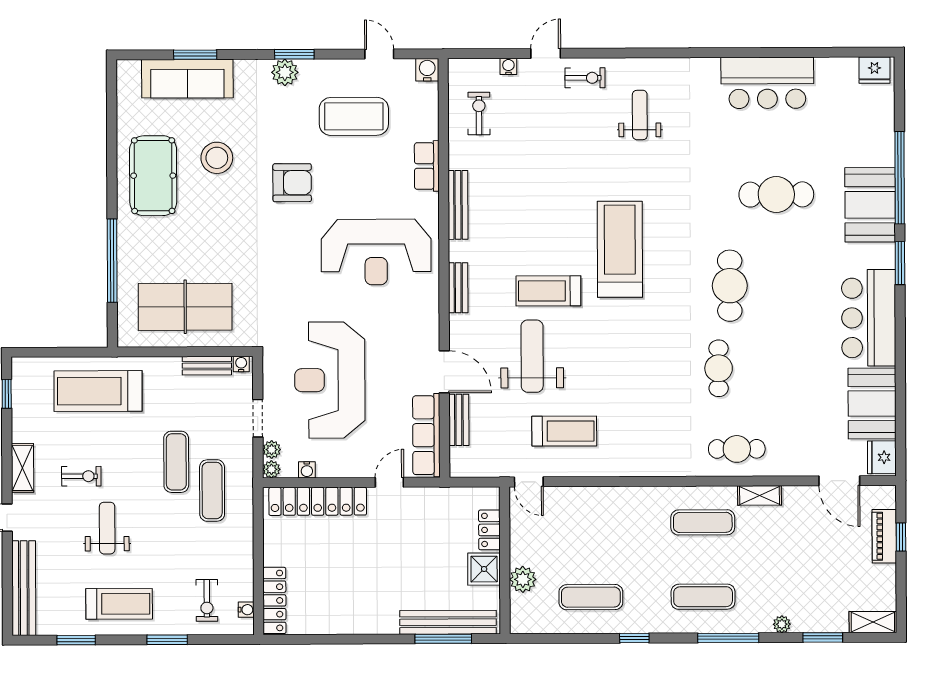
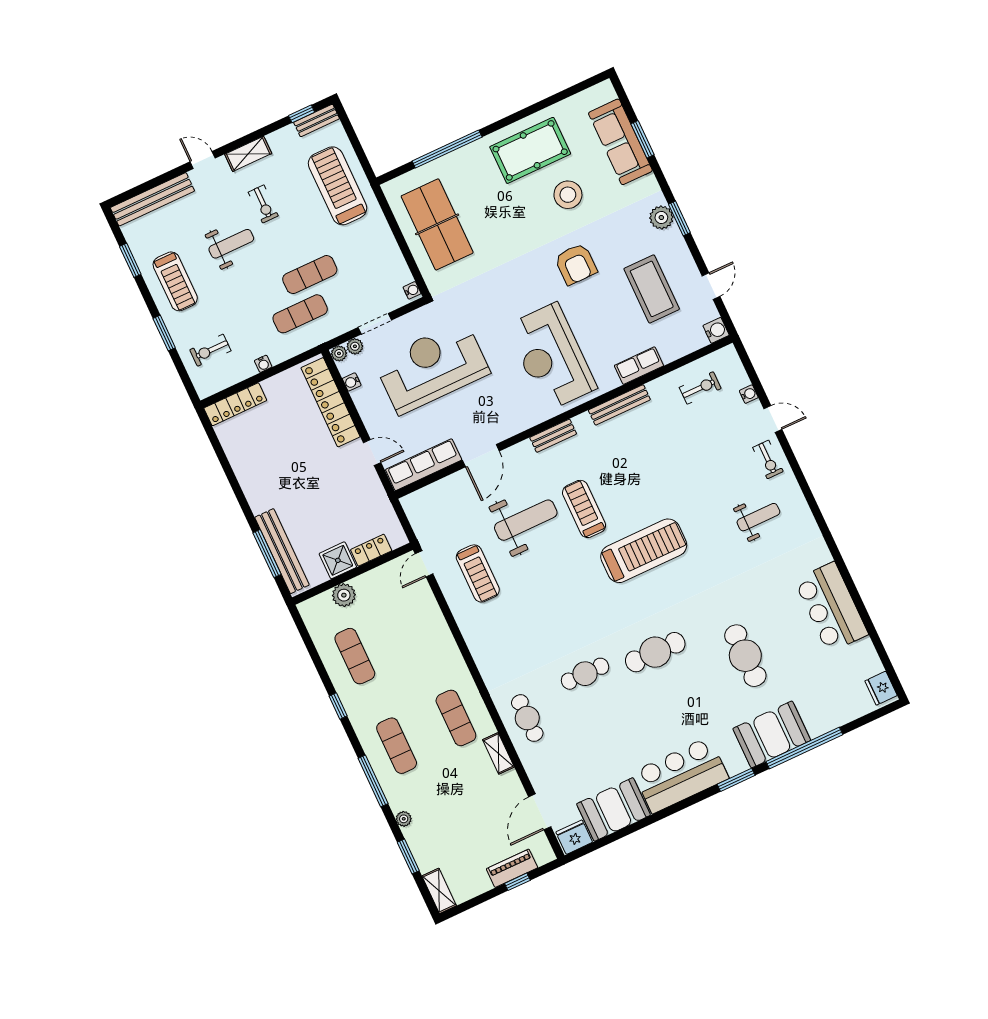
bench: (207, 366) -> (317, 120), moved, turned 90
bench: (459, 420) -> (448, 485), removed
water cooler: (246, 610) -> (263, 364), moved

